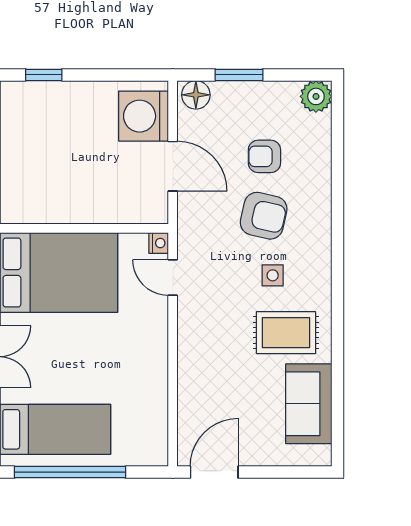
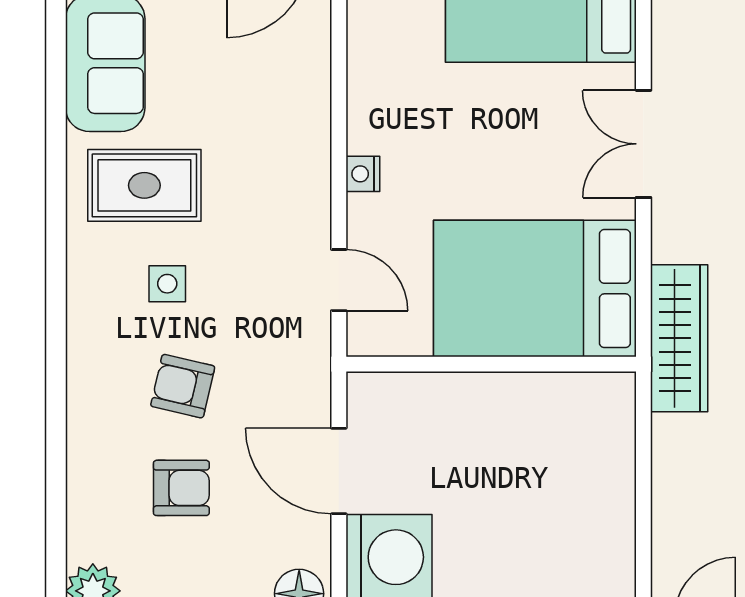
armchair: (264, 216) -> (183, 386), width x0.72, depth x0.72
nightstand: (159, 243) -> (363, 174), moved

